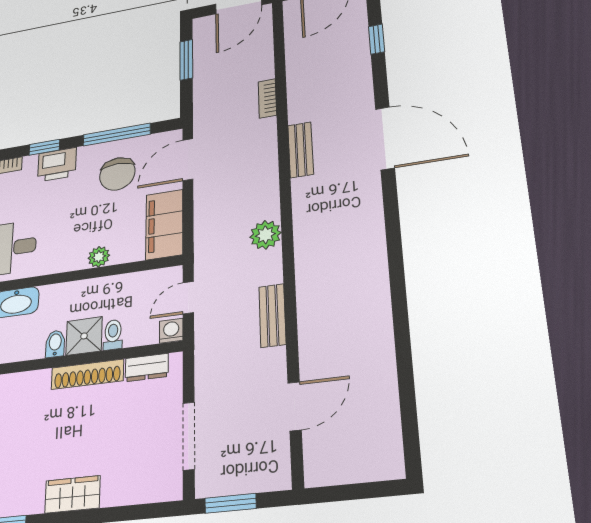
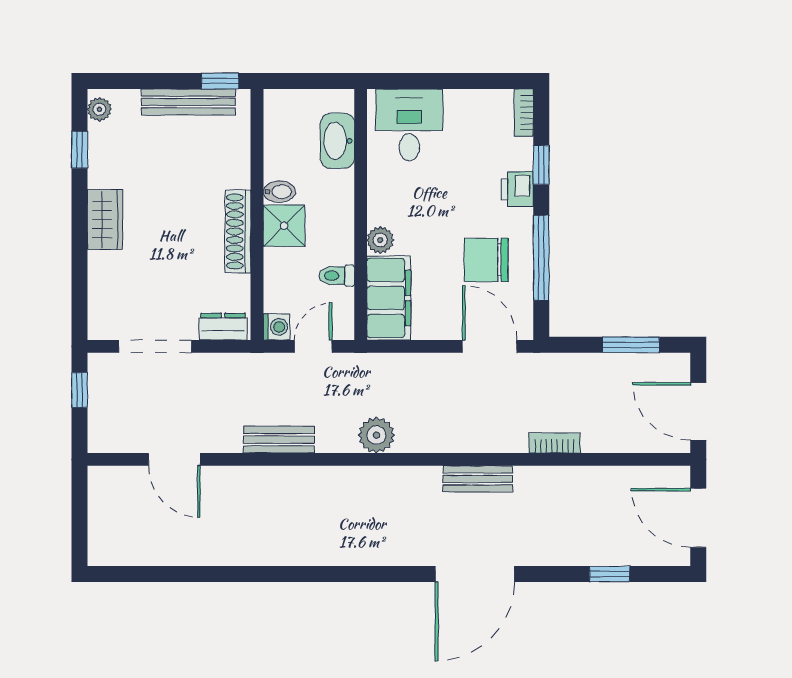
printer: (57, 165) -> (517, 189), width x0.73, depth x0.81
filing cabinet: (164, 224) -> (389, 298), moved, turned 90
door: (188, 298) -> (313, 346), hinge flipped
toilet: (113, 335) -> (337, 276), moved, turned 180
dresser: (147, 367) -> (223, 327), moved, turned 90
window: (230, 503) -> (80, 390), width x0.67

